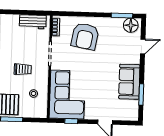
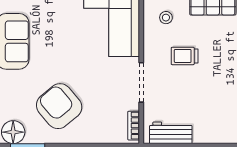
armchair: (85, 36) -> (59, 106), moved, turned -50

